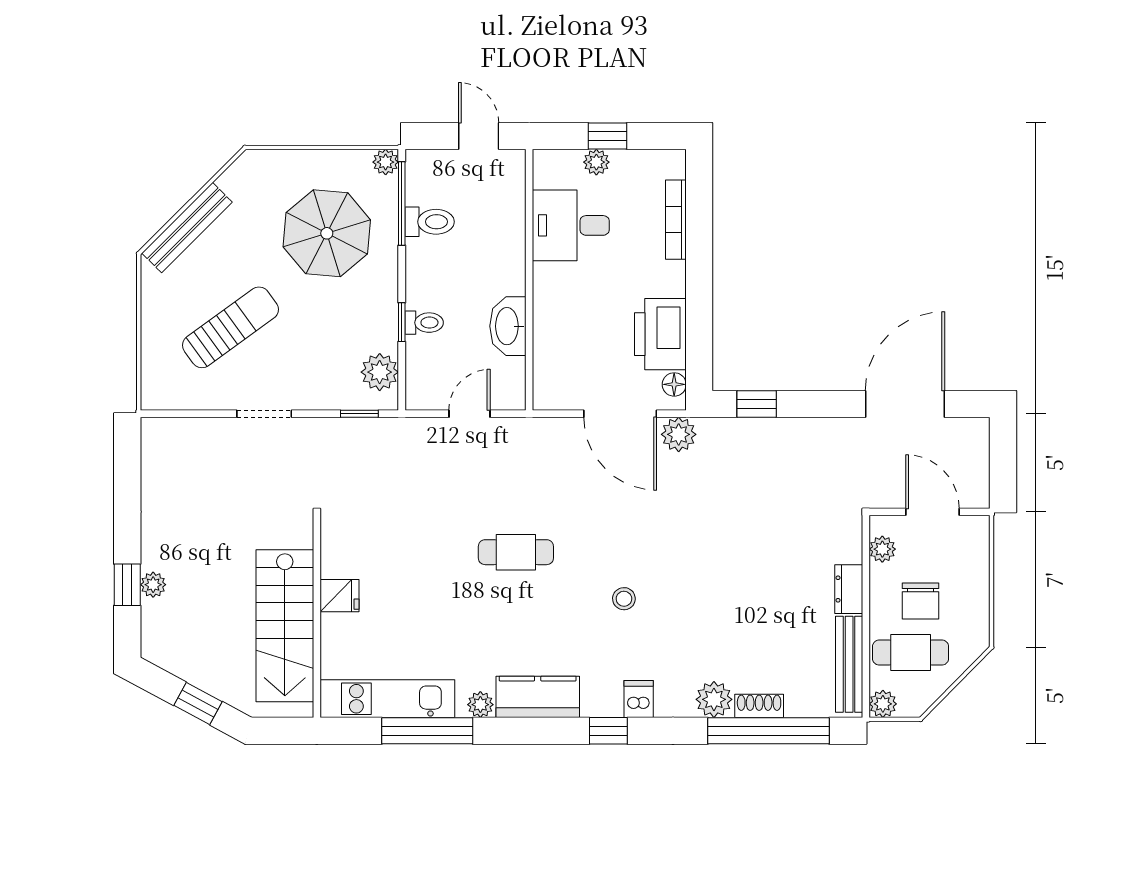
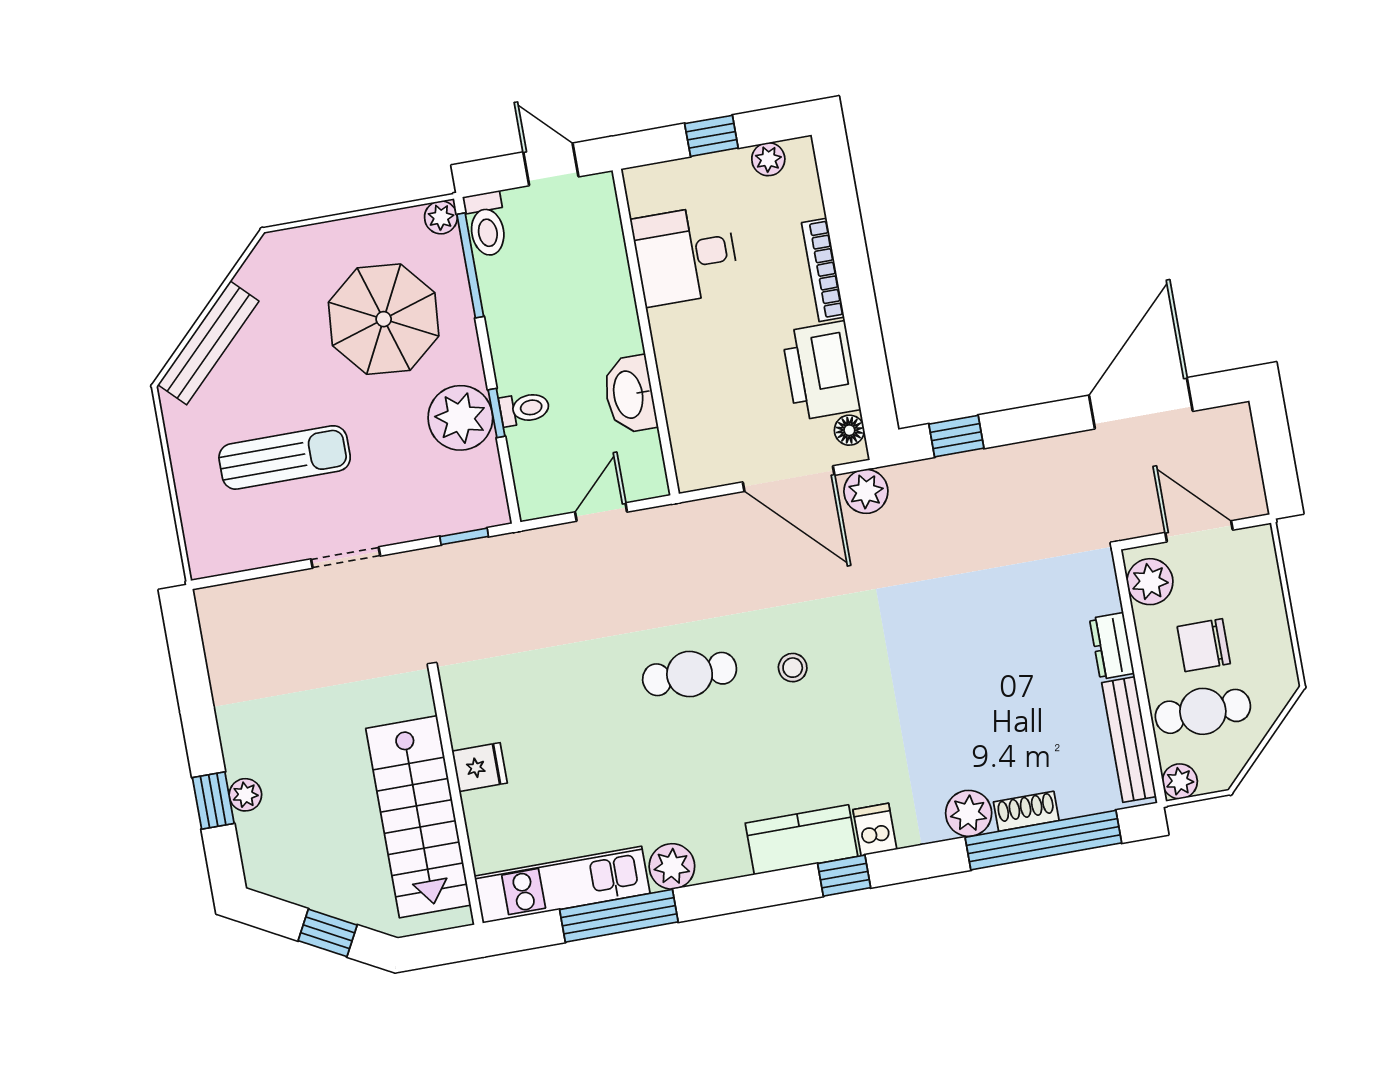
plant: (596, 162) -> (768, 159), moved
bookcase: (676, 220) -> (823, 270), moved
toilet: (430, 222) -> (486, 224), moved, turned 90
sun lounger: (230, 327) -> (285, 457), turned 36
plant: (380, 372) -> (460, 418), moved, width x1.36, depth x1.36
plant: (882, 549) -> (1150, 582), width x1.38, depth x1.38
stool: (624, 599) -> (793, 668), moved
chair: (920, 601) -> (1204, 645), turned 90
kitchen counter: (538, 697) -> (801, 840), moved
plant: (480, 705) -> (672, 866), width x1.38, depth x1.38

